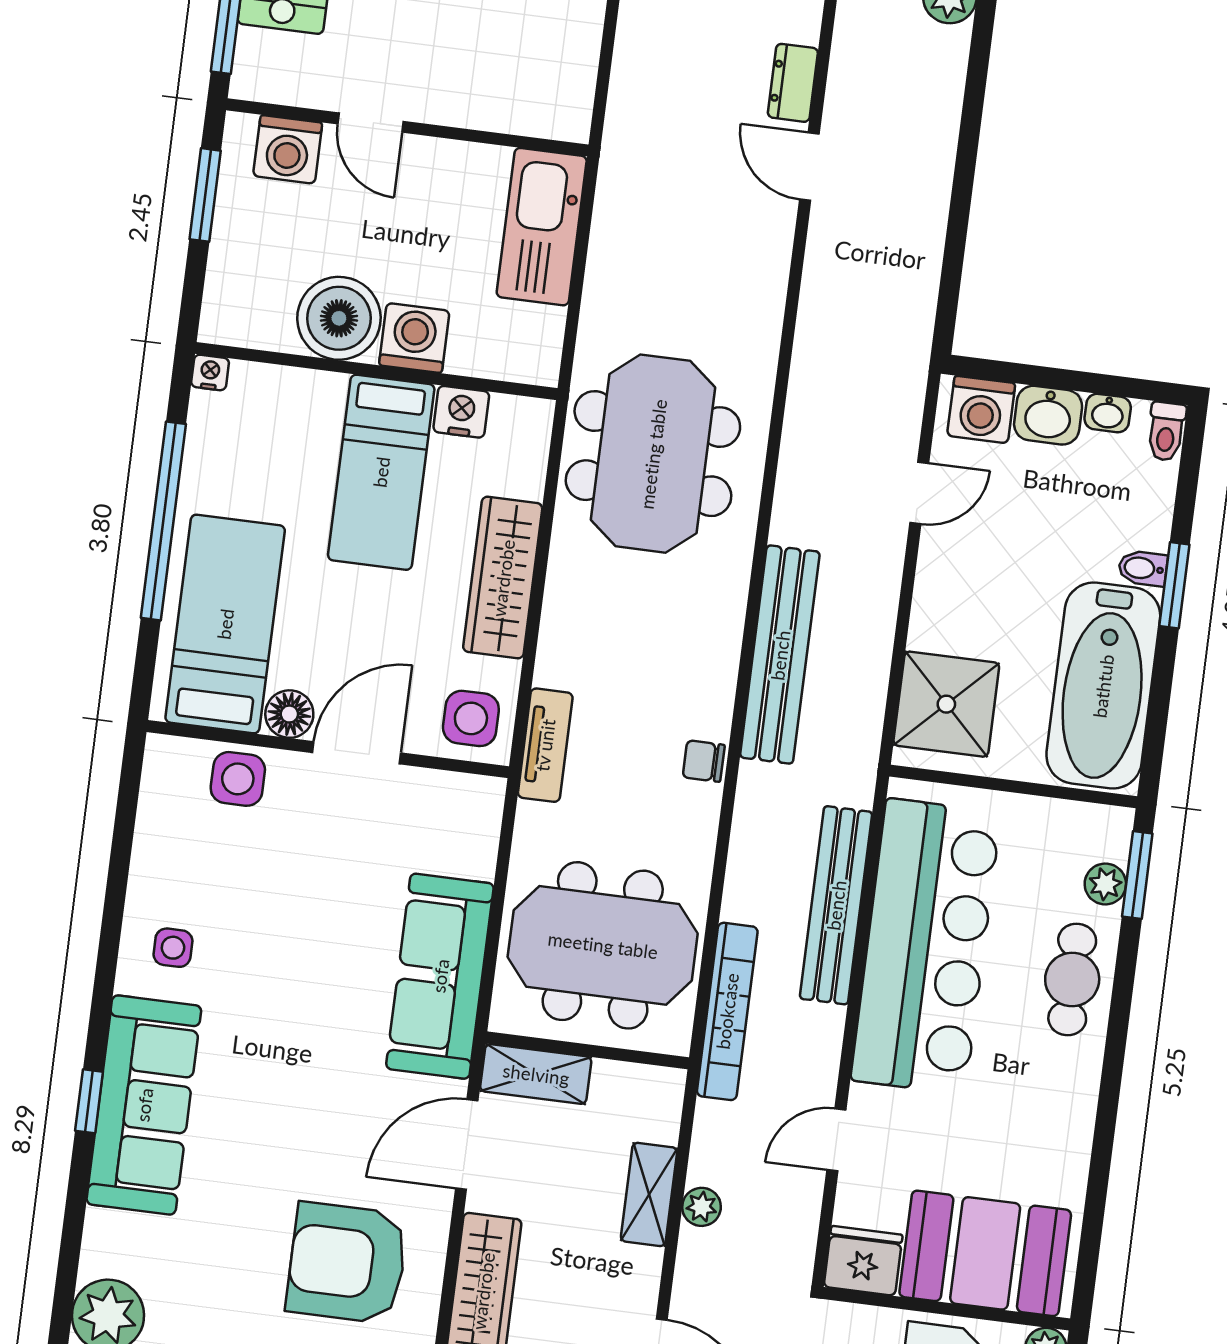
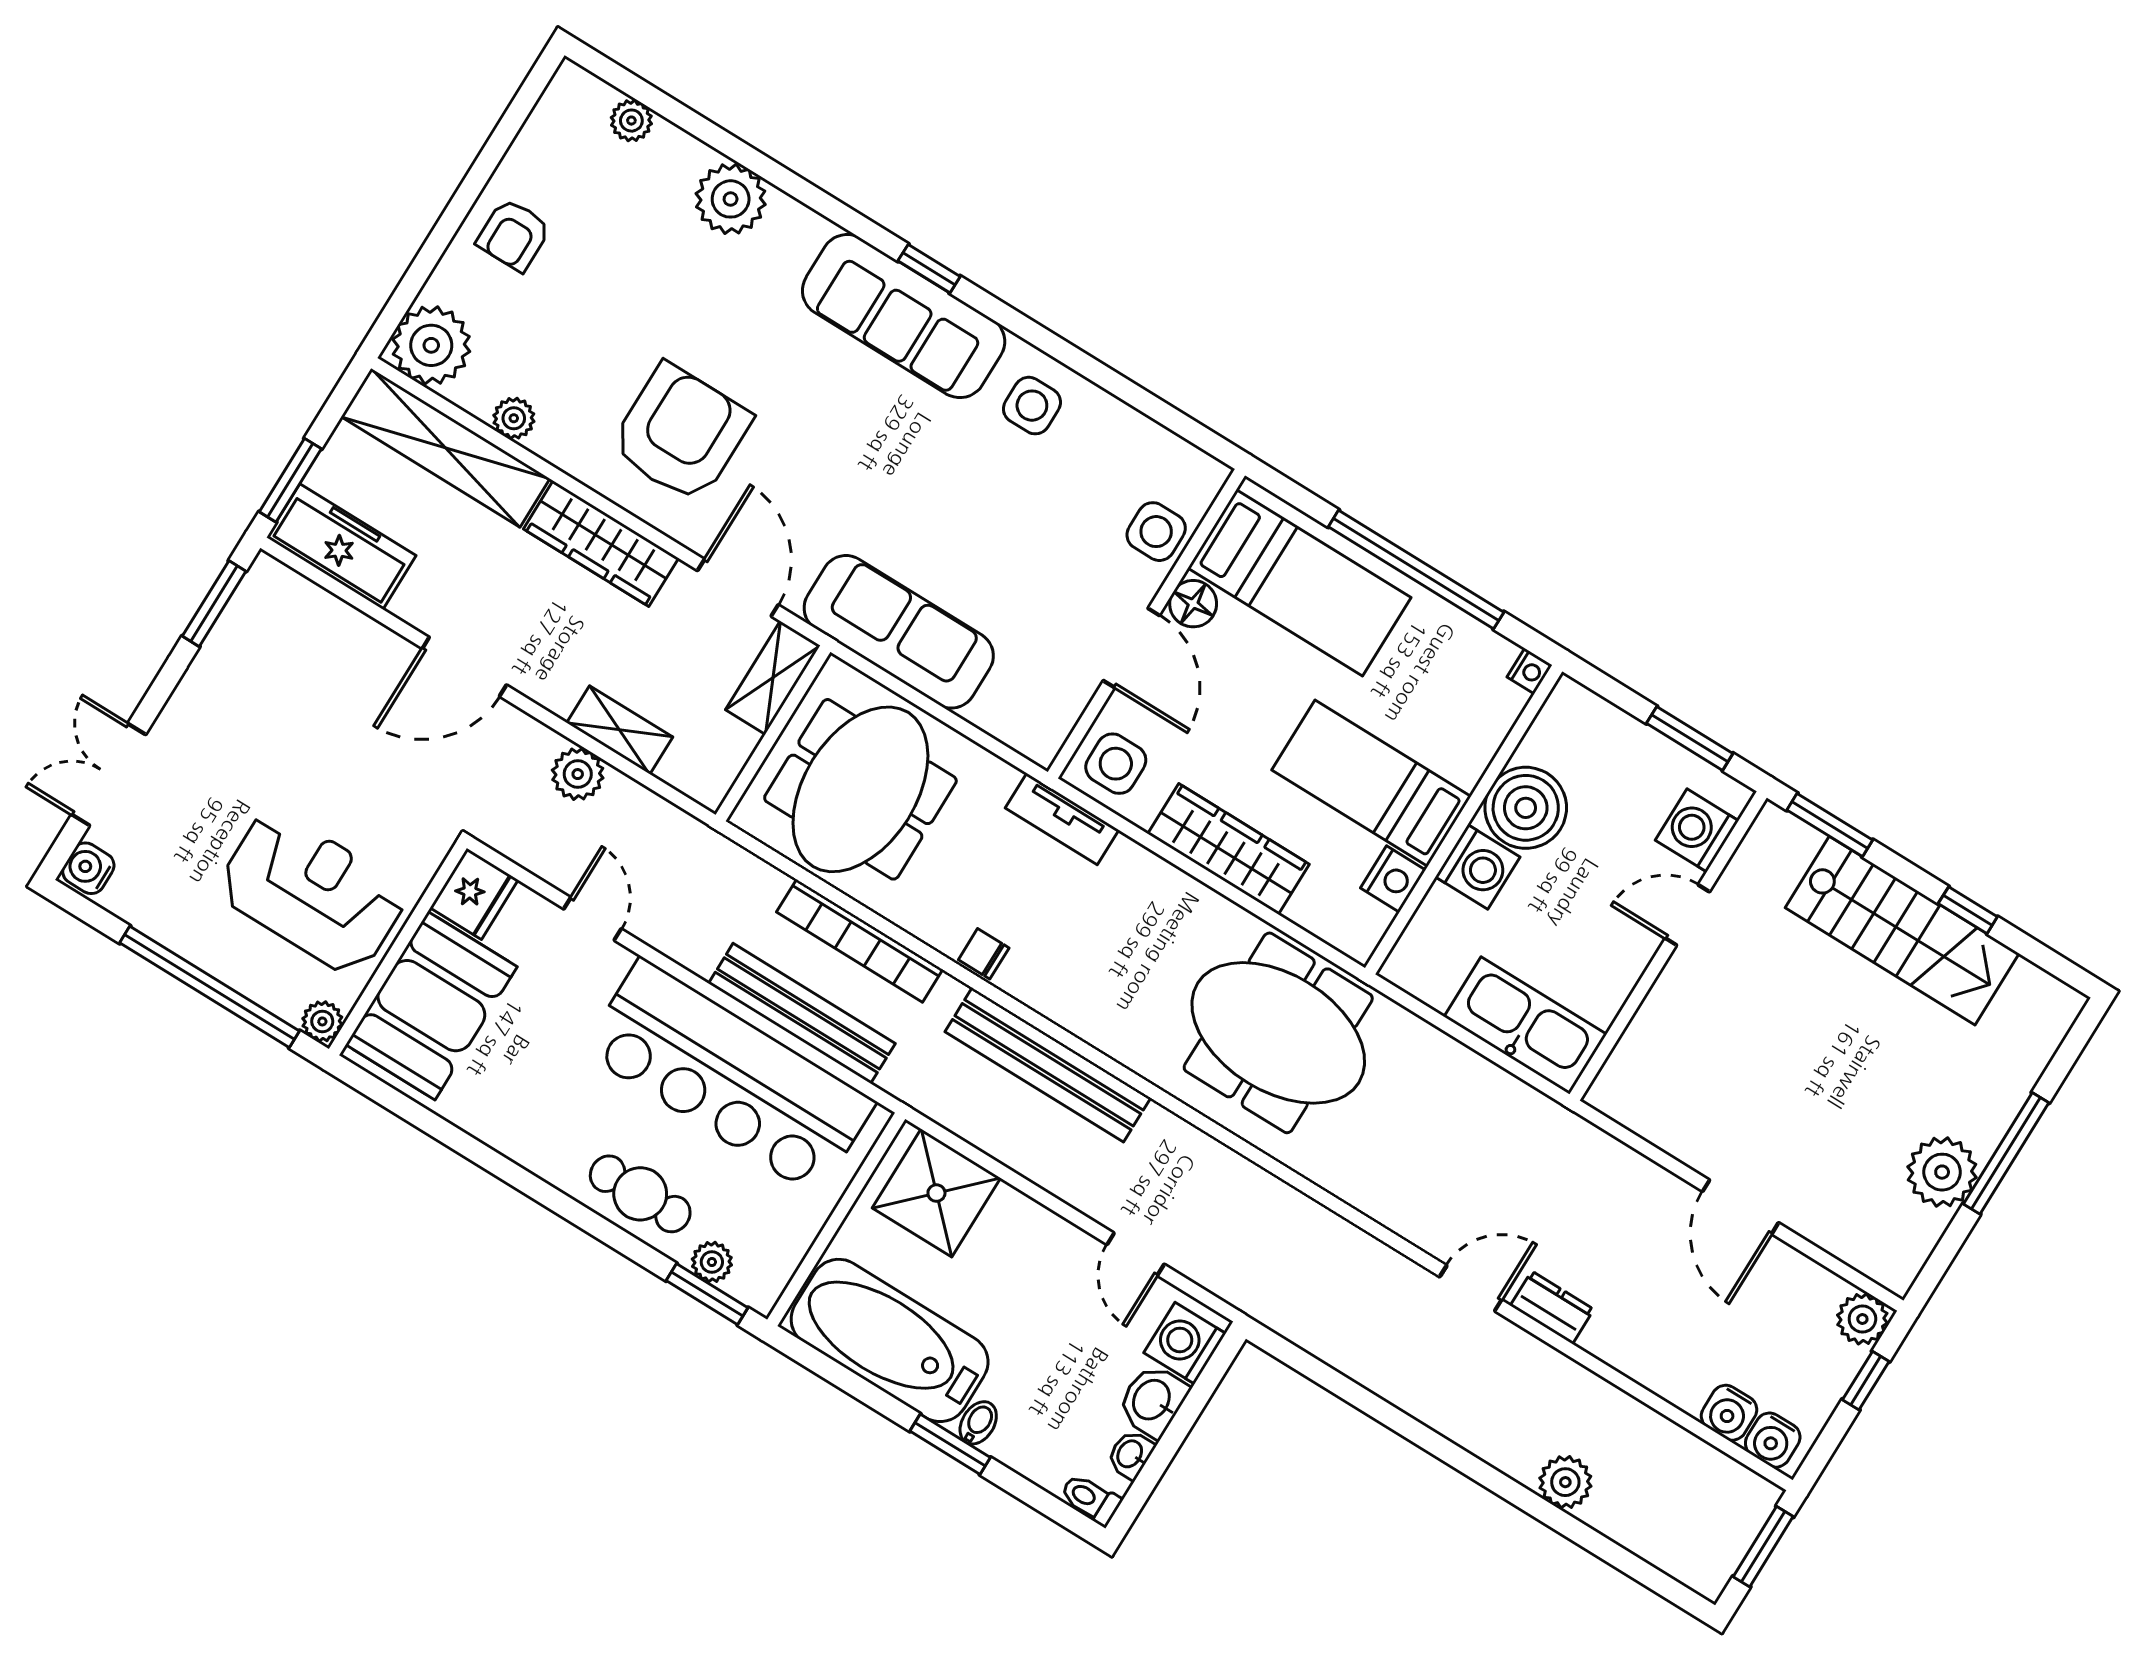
chair: (704, 761) -> (984, 954), turned -90
side table: (173, 948) -> (1032, 406), width x1.37, depth x1.37
bookcase: (727, 1011) -> (860, 941), moved
plant: (702, 1207) -> (578, 774), width x1.38, depth x1.38

